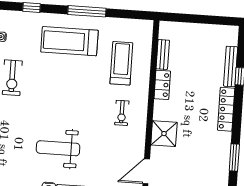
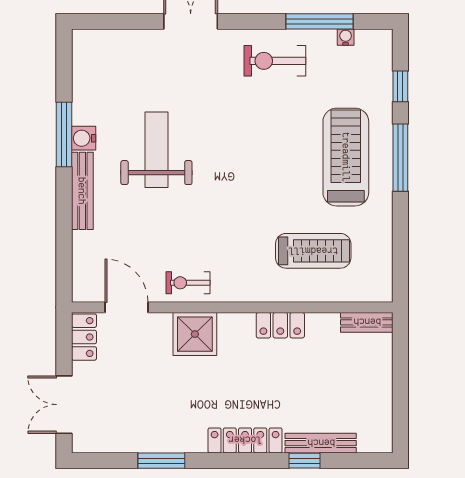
window: (87, 11) -> (400, 158), moved
bench: (163, 54) -> (367, 322), moved
exercise bike: (122, 113) -> (188, 283), moved

